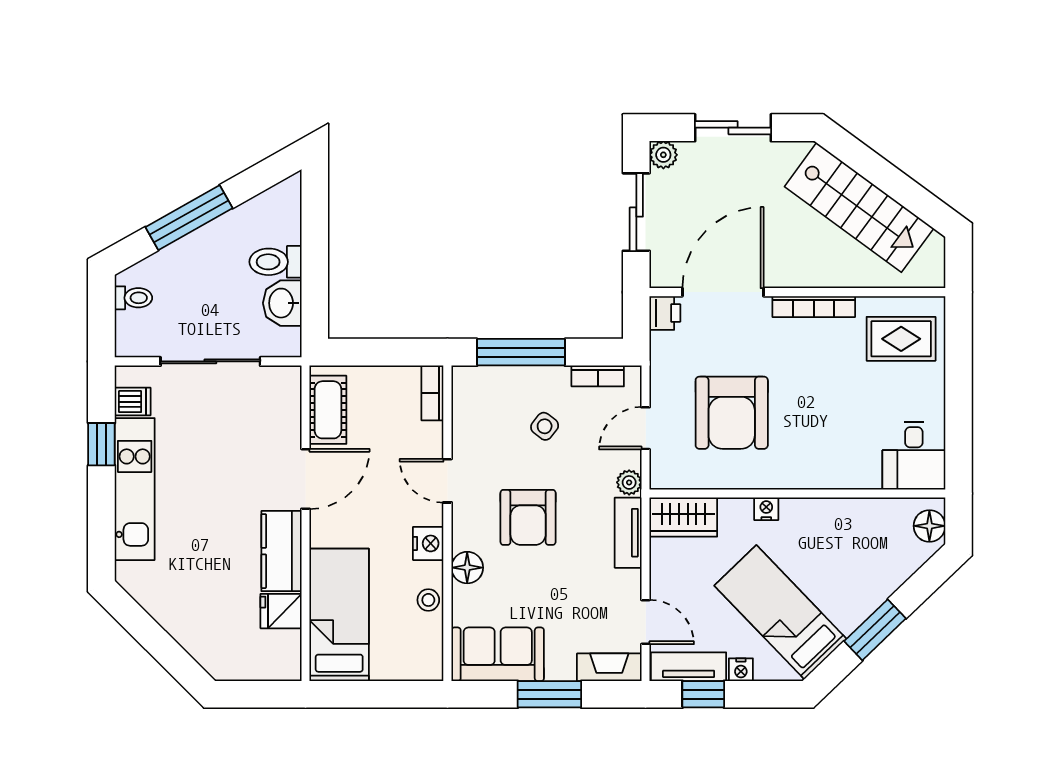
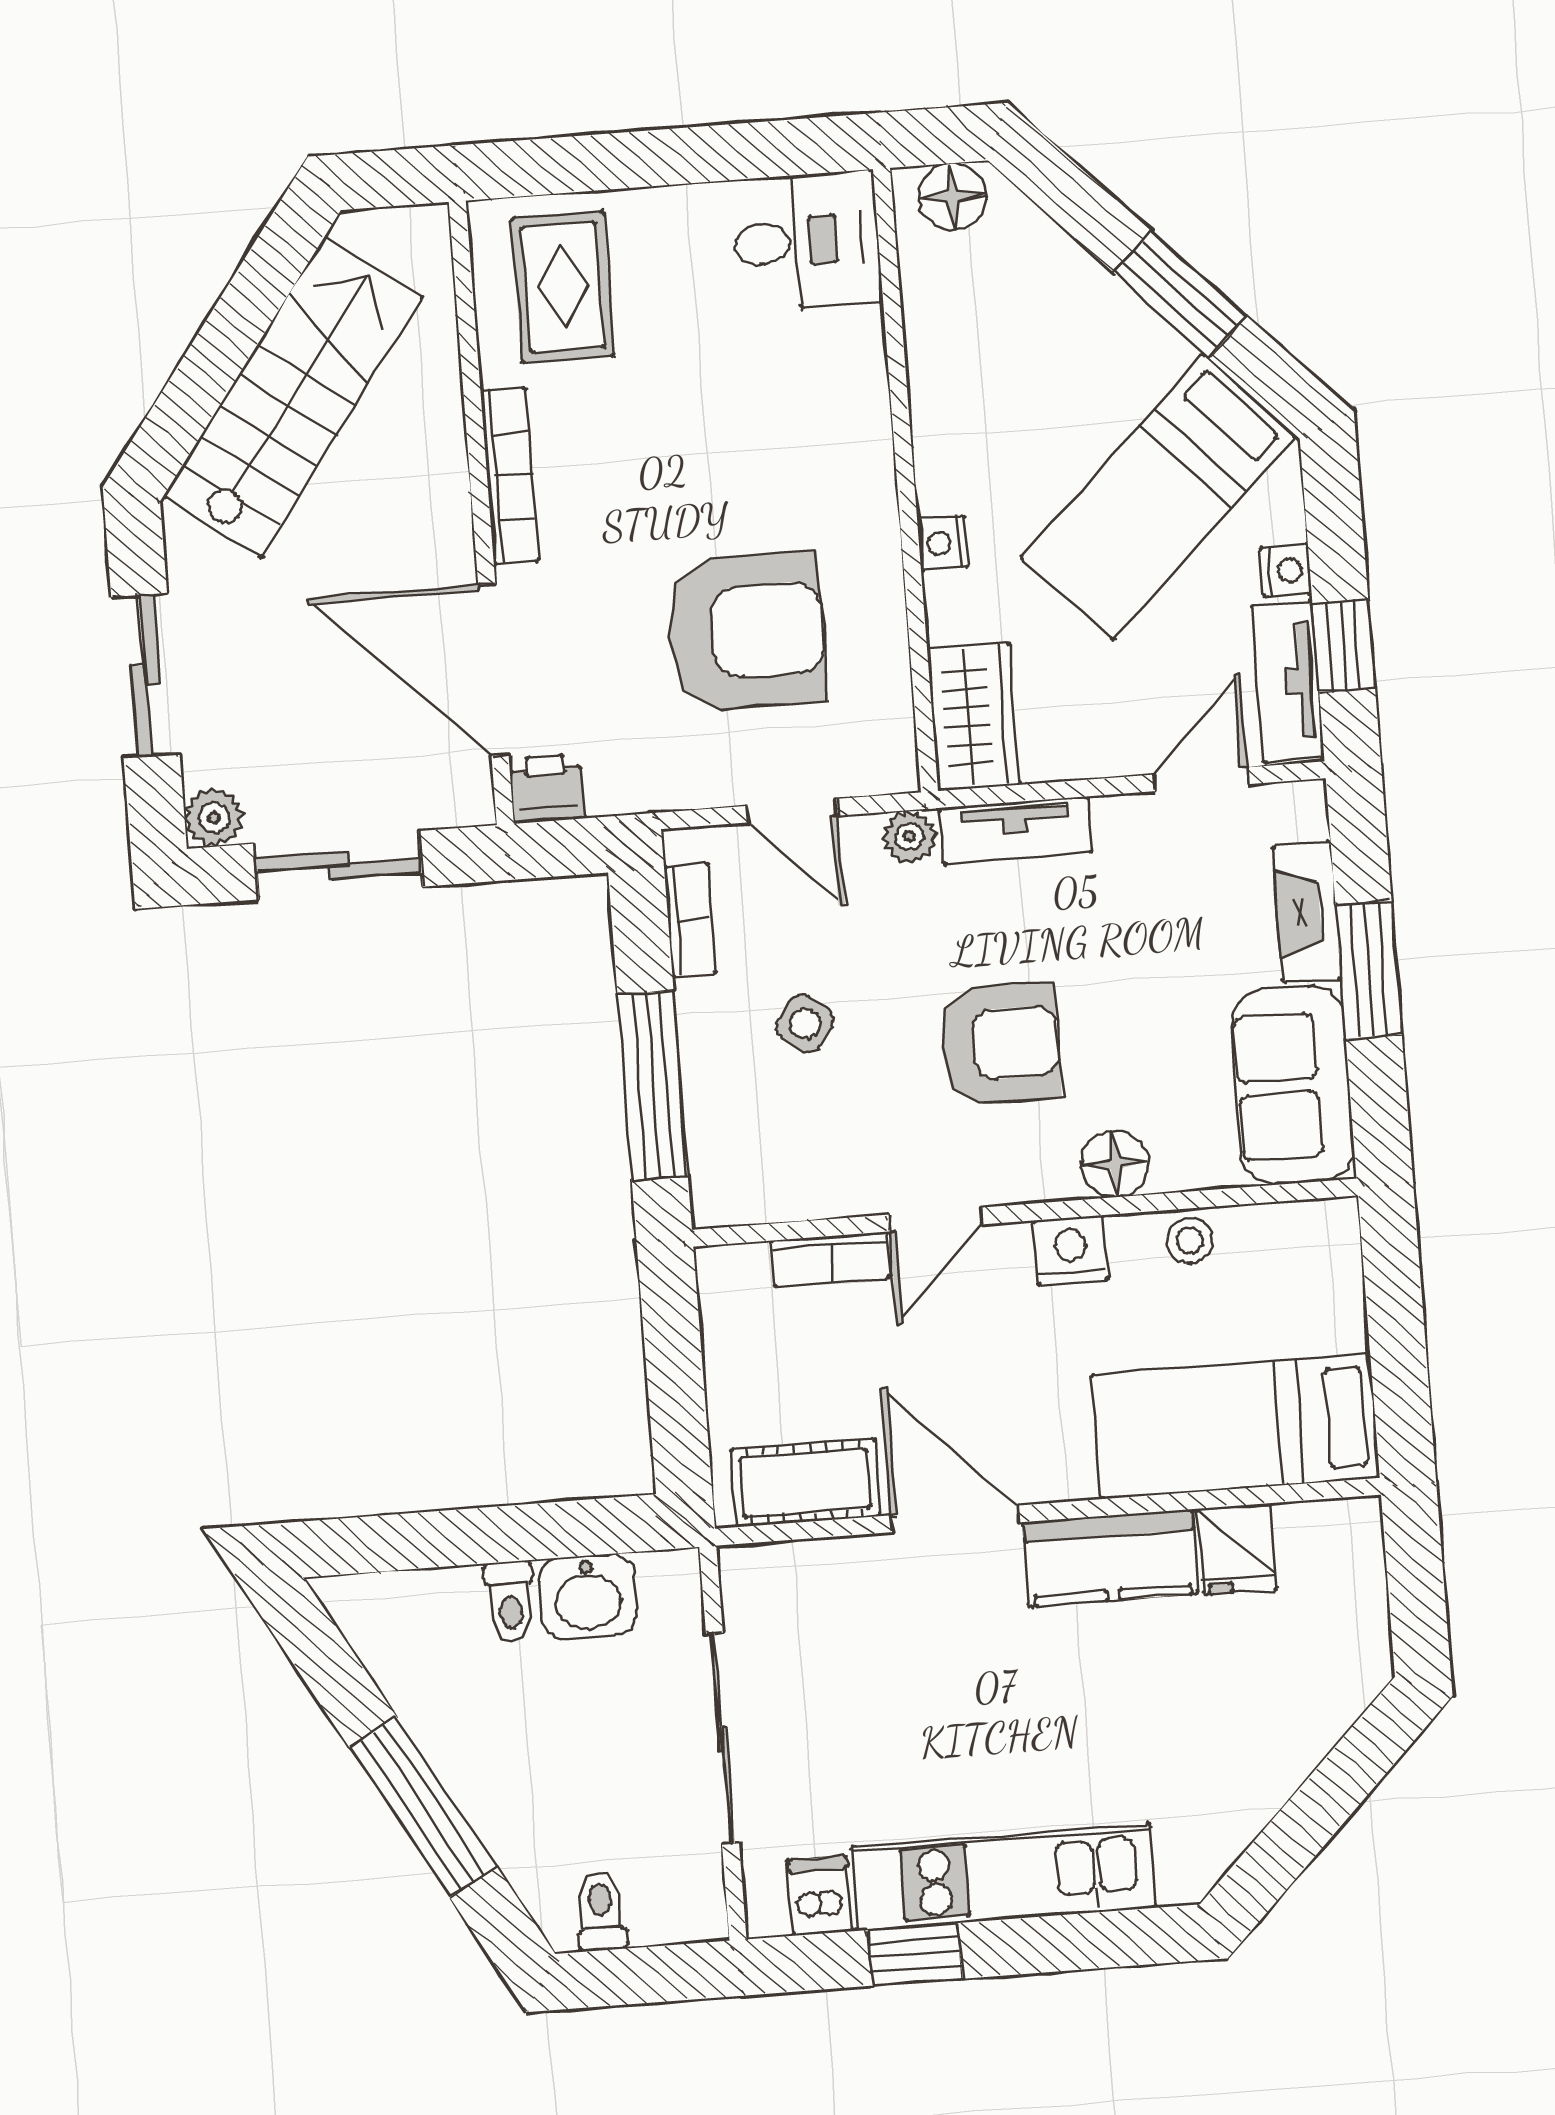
toilet: (275, 262) -> (510, 1601), width x0.73, depth x0.72
bookcase: (432, 393) -> (831, 1259), moved
fireplace: (609, 667) -> (1307, 912), moved

